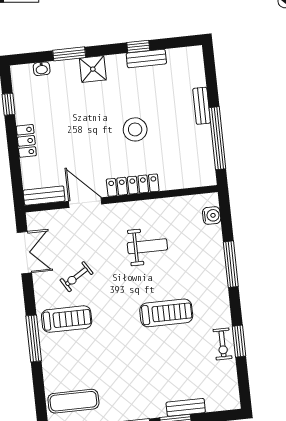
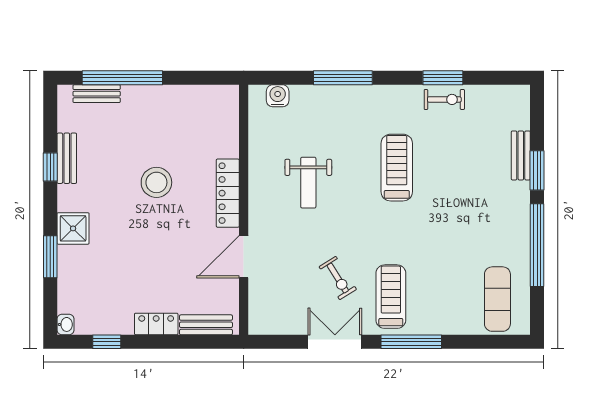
washbasin: (42, 69) -> (66, 324), moved
bench: (202, 106) -> (97, 94), moved
window: (217, 138) -> (122, 78), moved
bench: (44, 196) -> (206, 325), moved, turned 90
weight bench: (147, 246) -> (308, 183), turned 180
double door: (24, 253) -> (335, 342), moved

